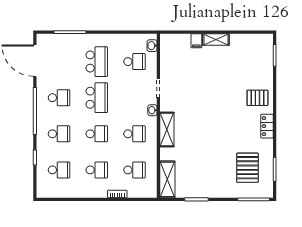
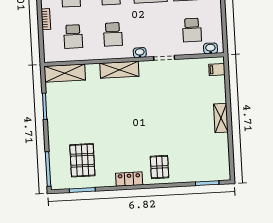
filing cabinet: (196, 41) -> (217, 70), moved
pallet: (248, 168) -> (82, 160), turned 90

